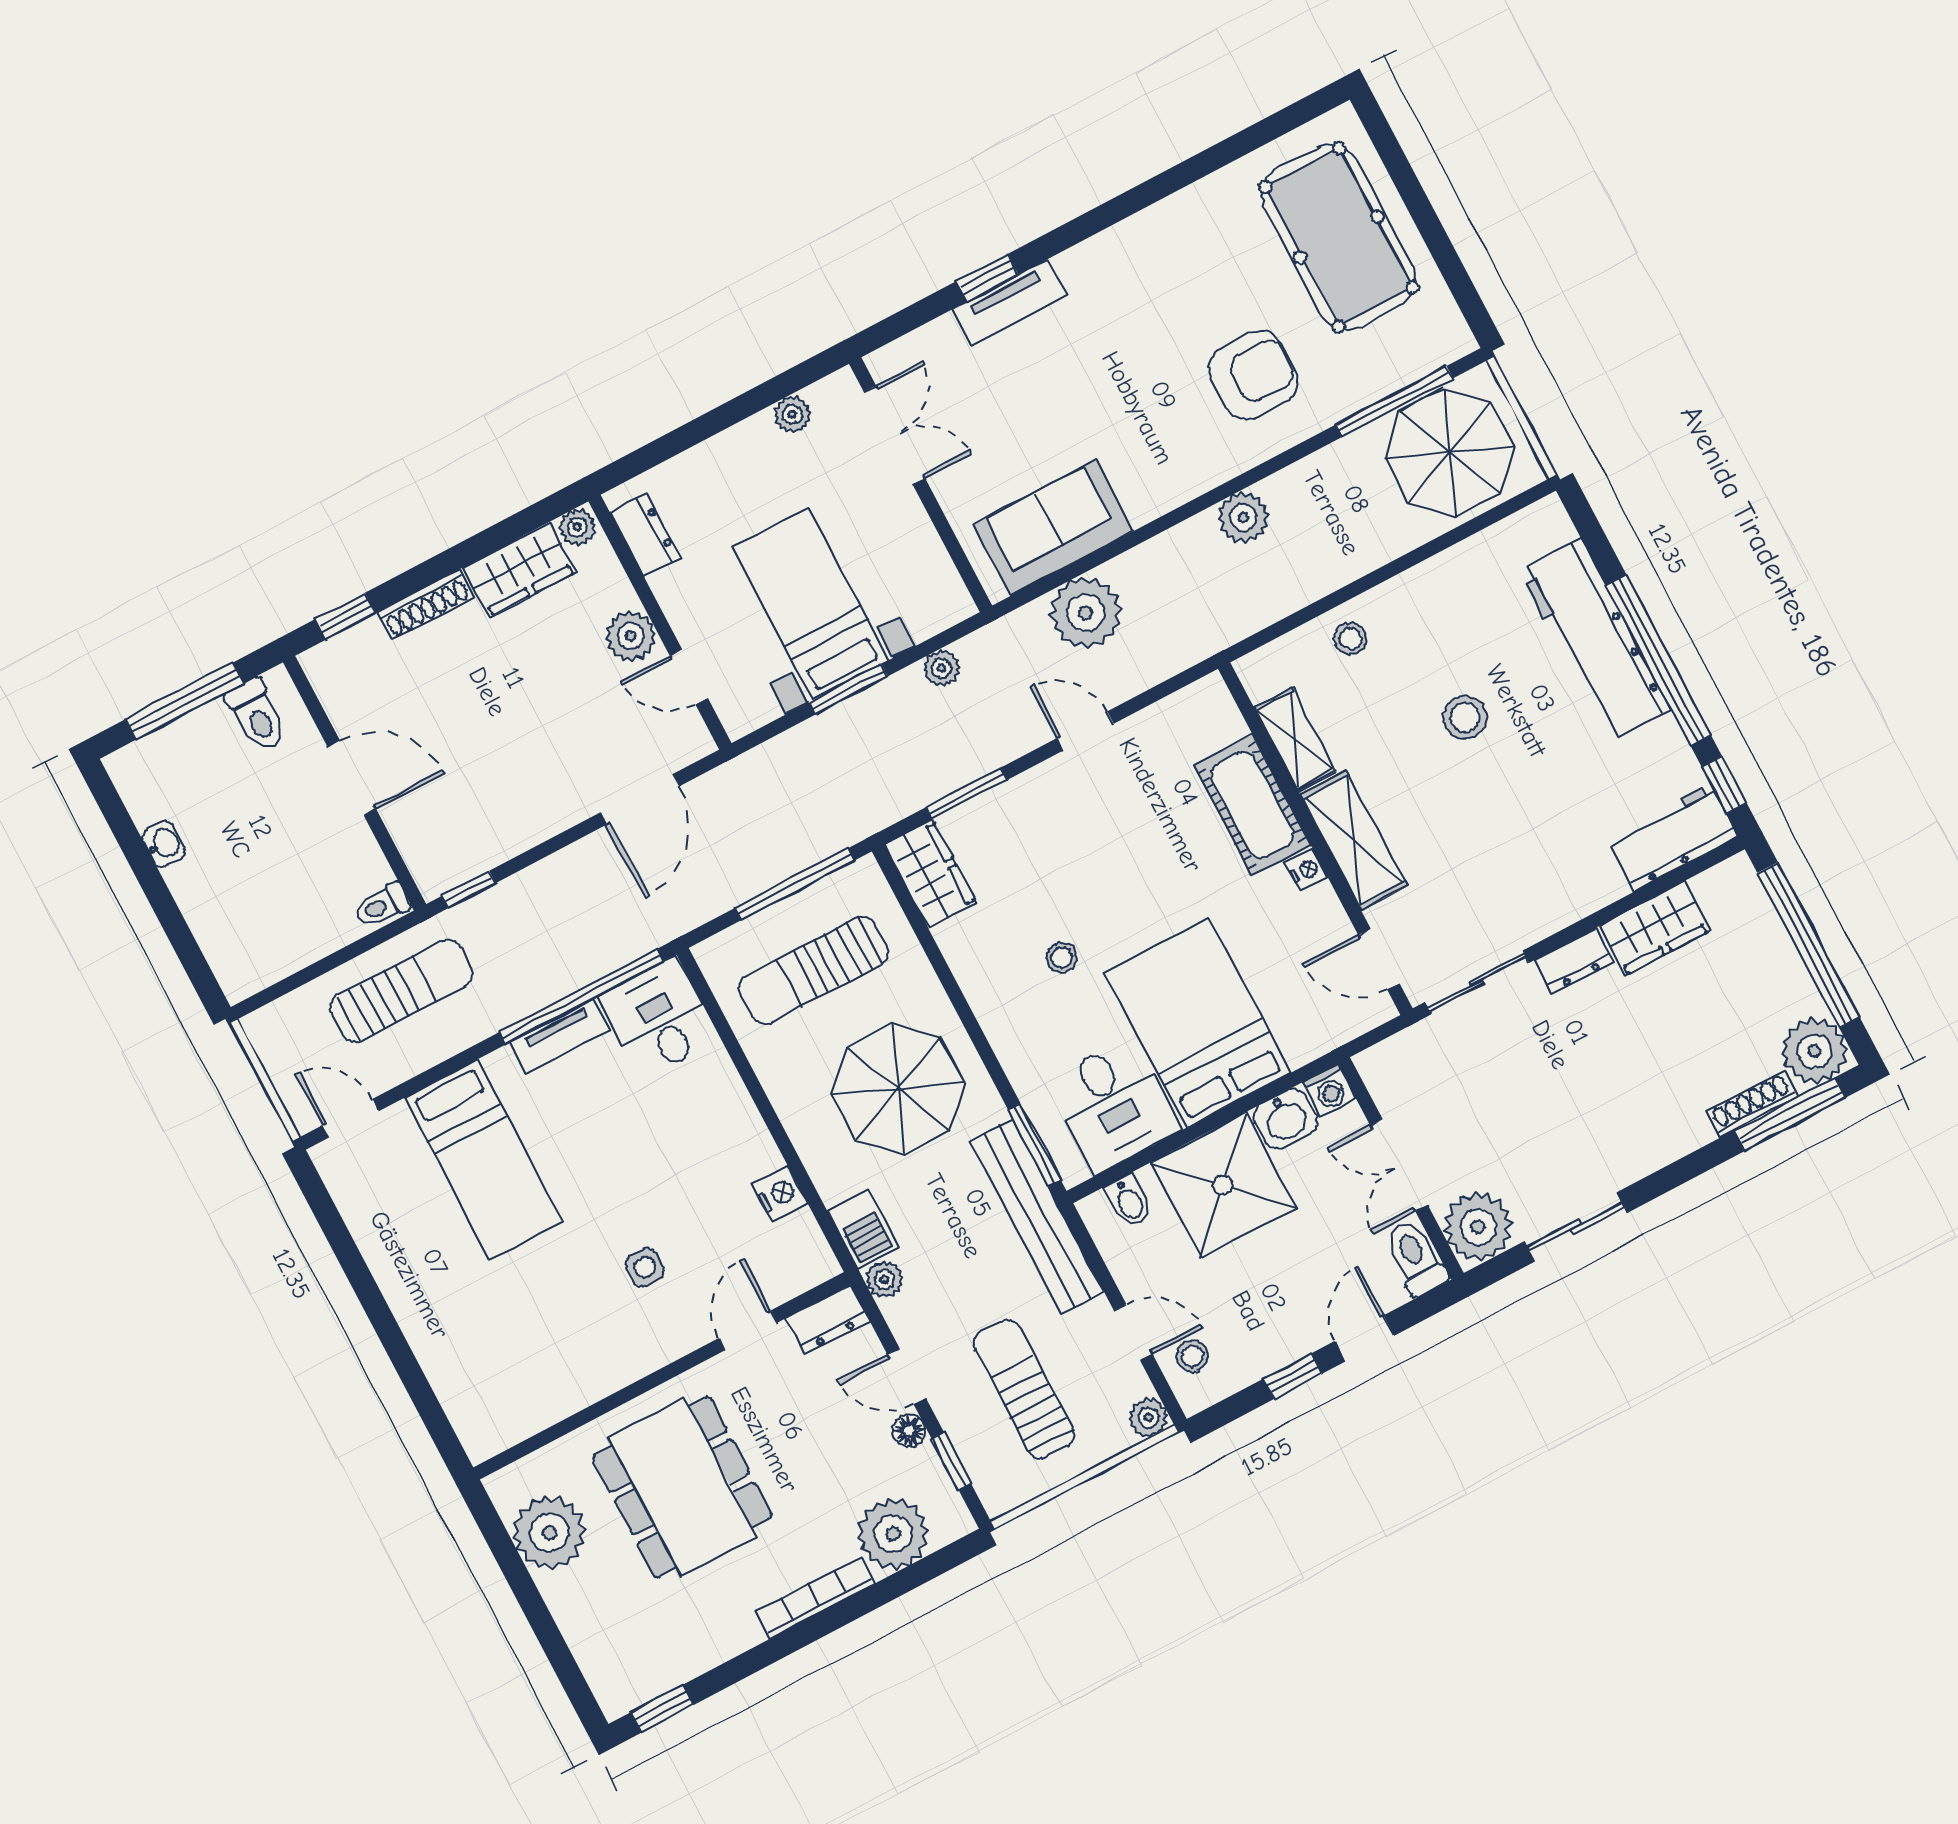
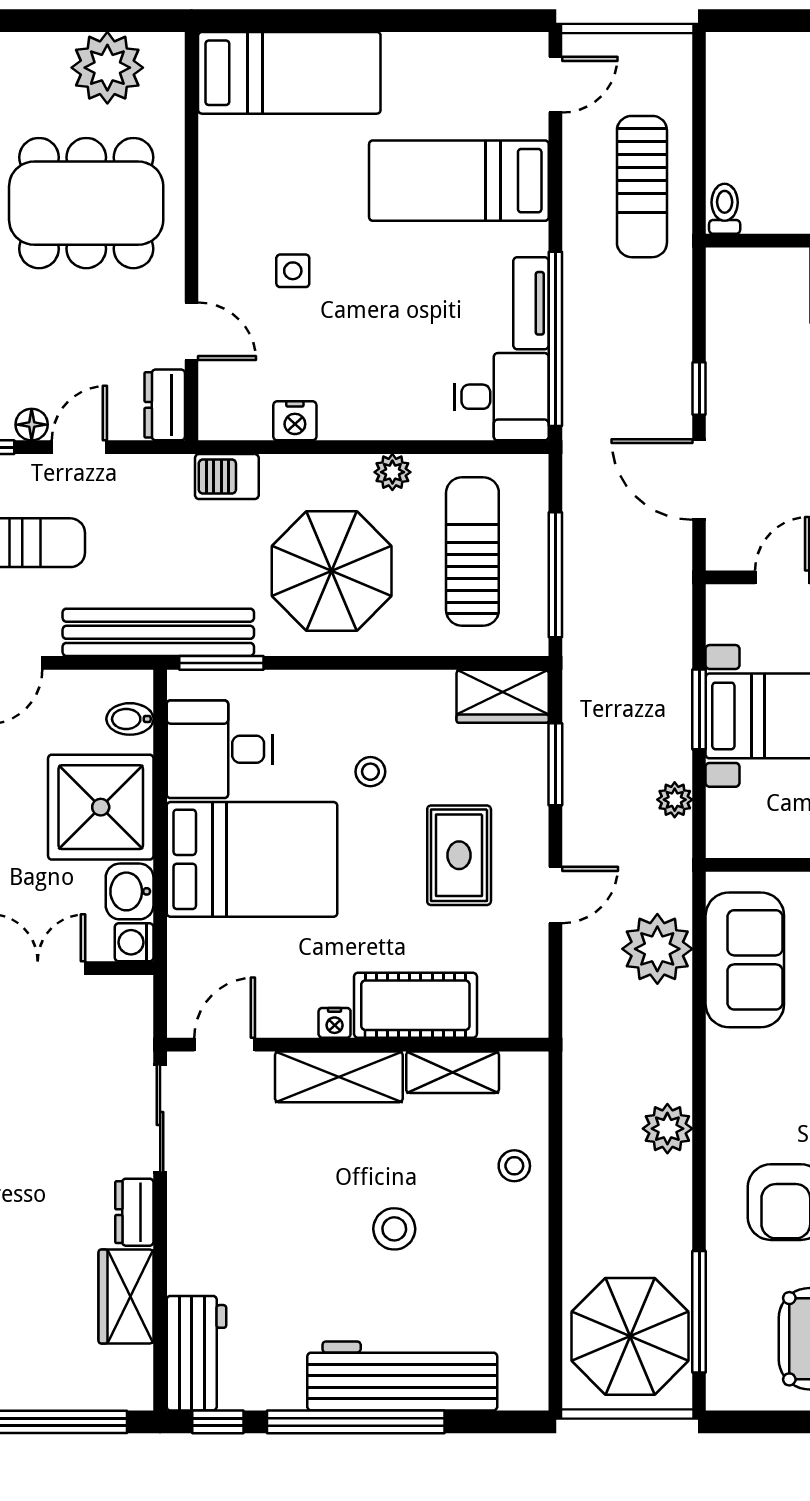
rug: (1095, 837) -> (459, 855), added
window: (469, 890) -> (699, 388), moved
plant: (884, 1279) -> (392, 472), moved
bed: (467, 1365) -> (289, 73), added

